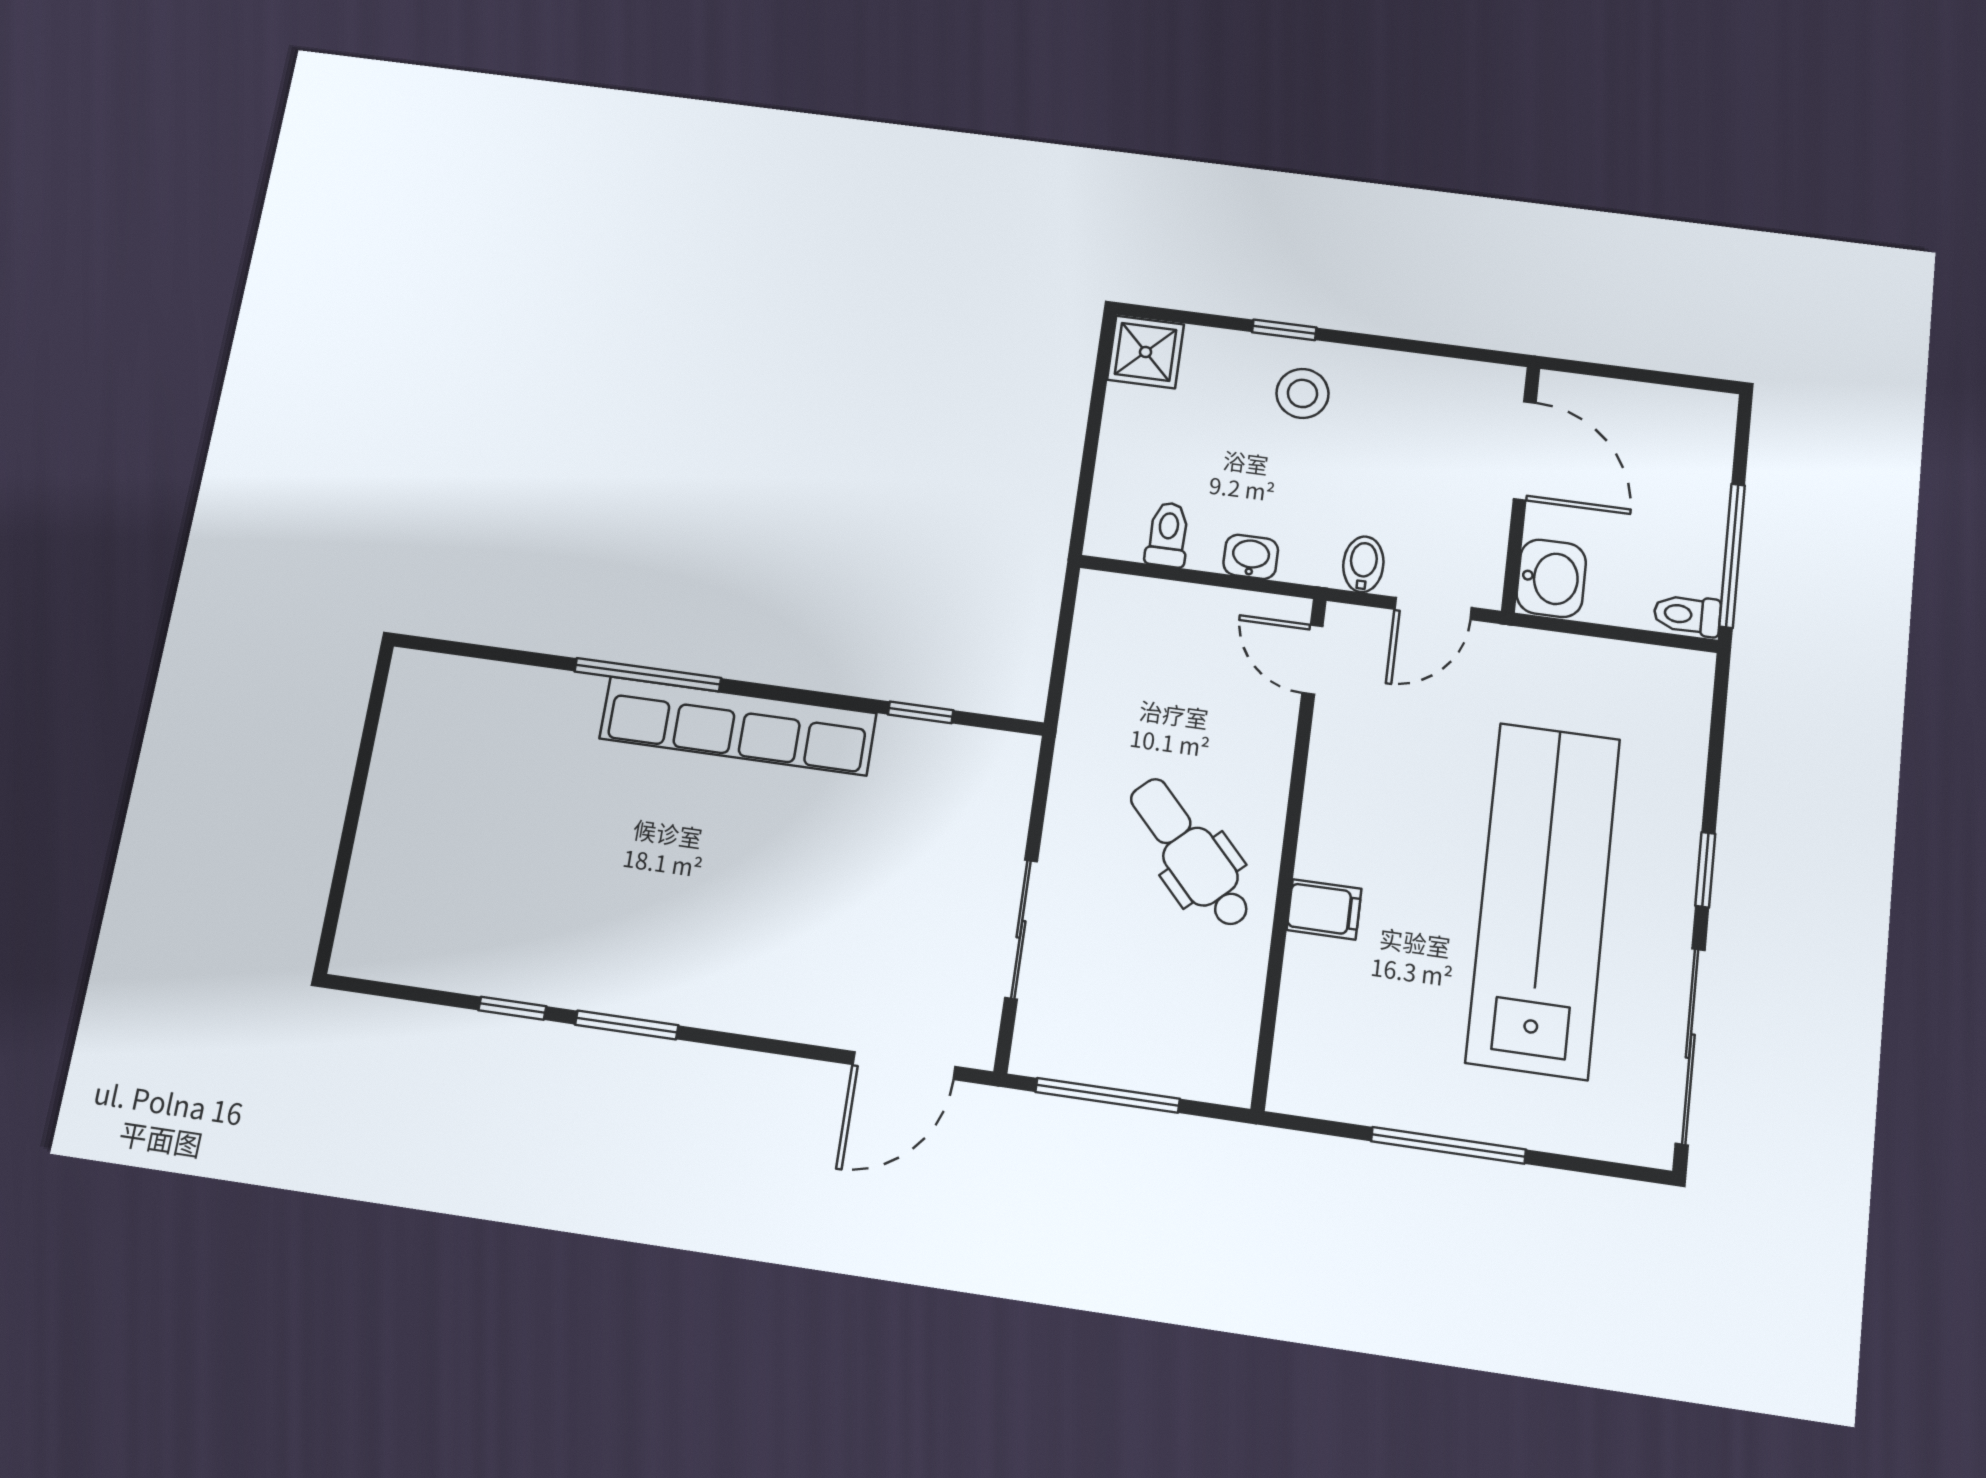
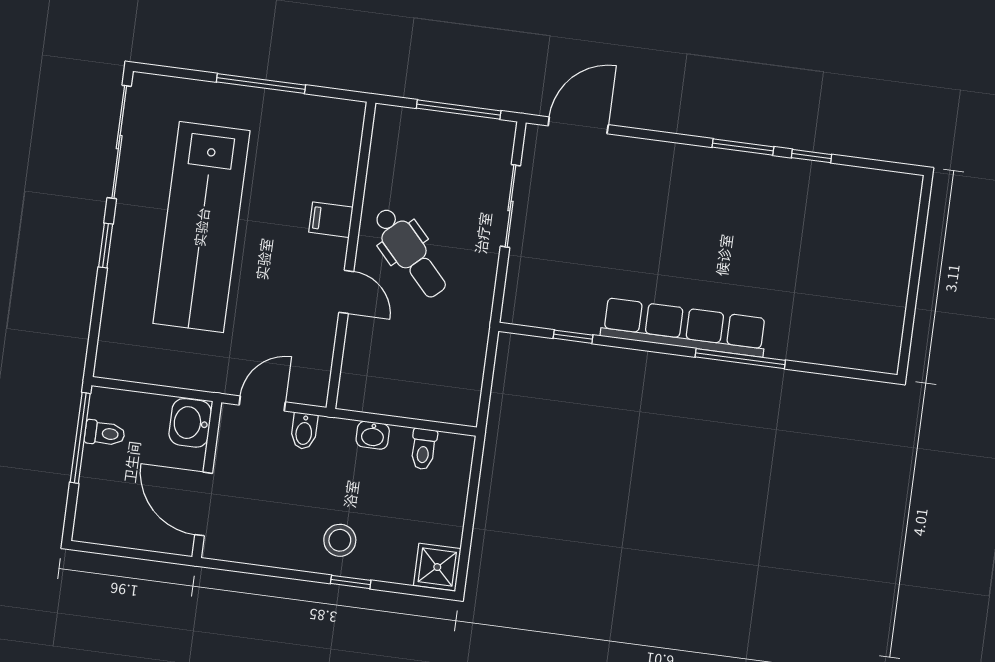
toilet: (1687, 615) -> (105, 433), moved
door: (1312, 660) -> (346, 292), moved

